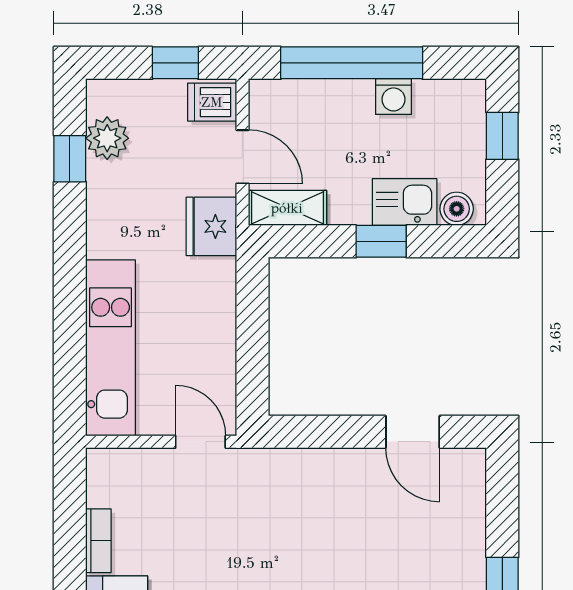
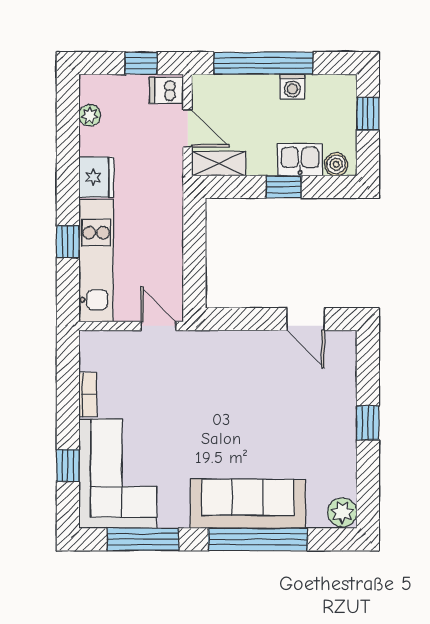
plant: (107, 138) -> (90, 115), width x0.73, depth x0.73
window: (70, 159) -> (68, 242), moved
fridge: (211, 226) -> (96, 177), moved, turned 180

